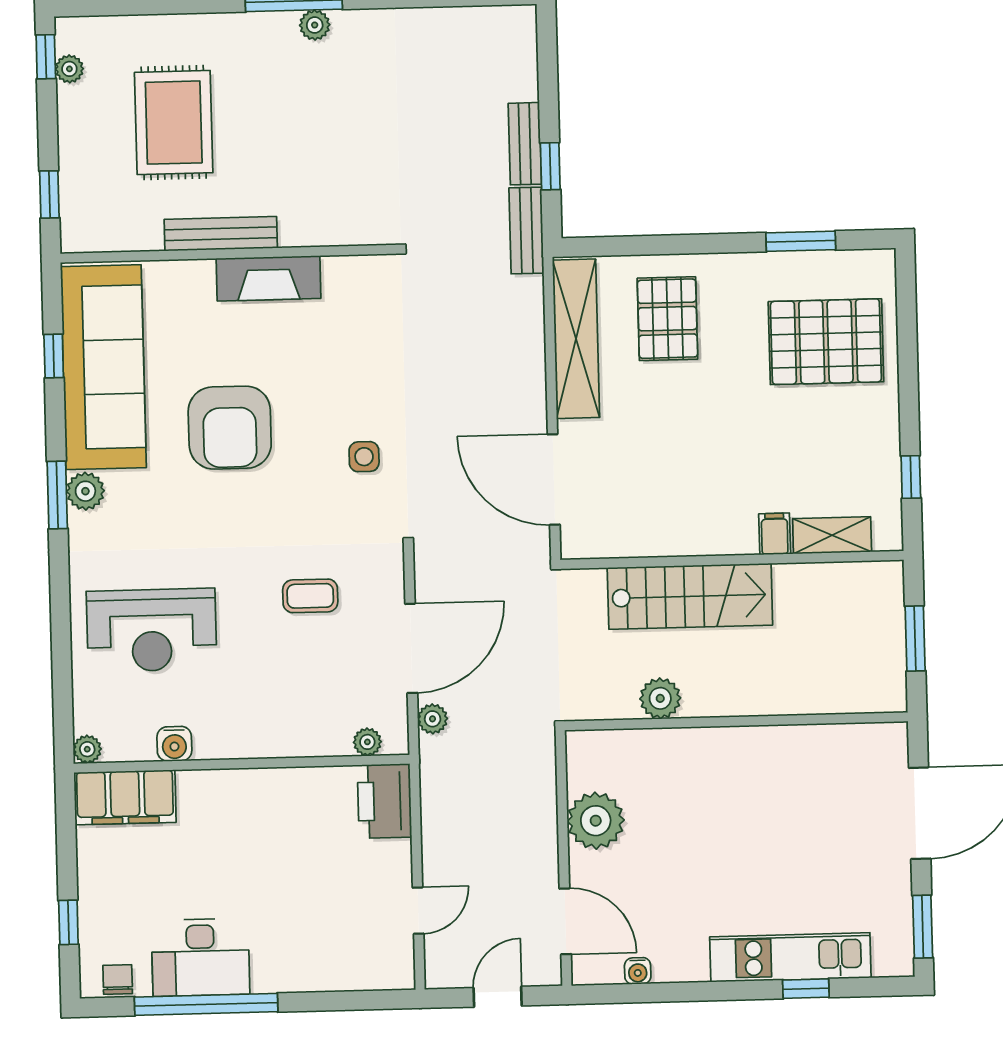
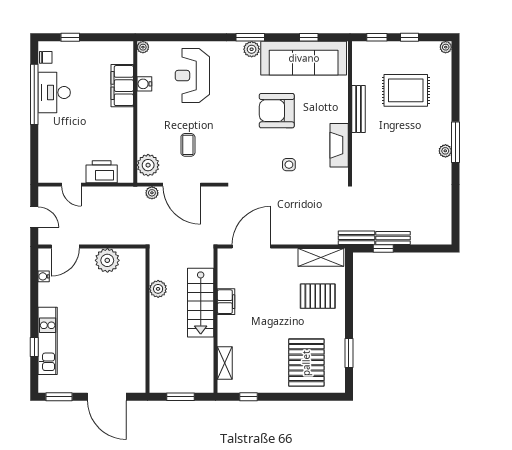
window: (46, 57) -> (409, 37), moved
plant: (69, 69) -> (446, 47), moved
fireplace: (268, 278) -> (339, 145), moved
shelving: (576, 339) -> (321, 257), width x0.68
side table: (364, 457) -> (289, 165), moved
filing cabinet: (775, 534) -> (226, 302), moved, width x2.00
coffee table: (310, 596) -> (188, 145), moved
plant: (367, 742) -> (148, 165), width x1.88, depth x1.88
filing cabinet: (125, 797) -> (122, 86), moved
printer: (384, 801) -> (102, 172), moved

